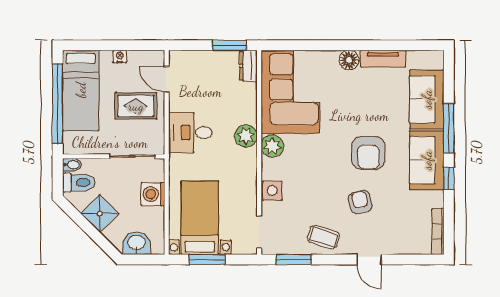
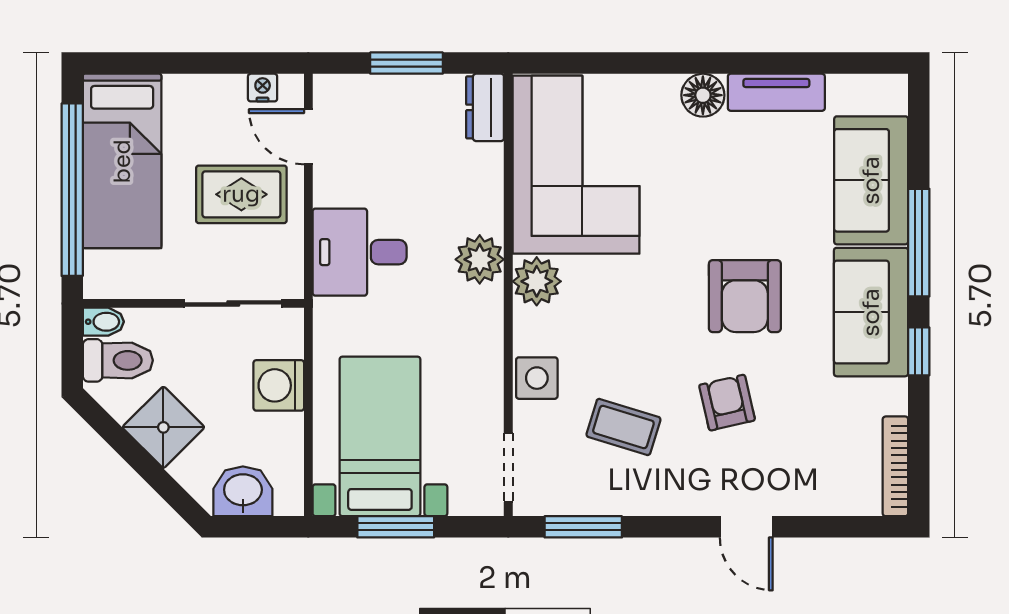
window: (229, 45) -> (407, 63), moved
nightstand: (120, 57) -> (263, 88), moved
coffee table: (323, 237) -> (623, 427), moved

